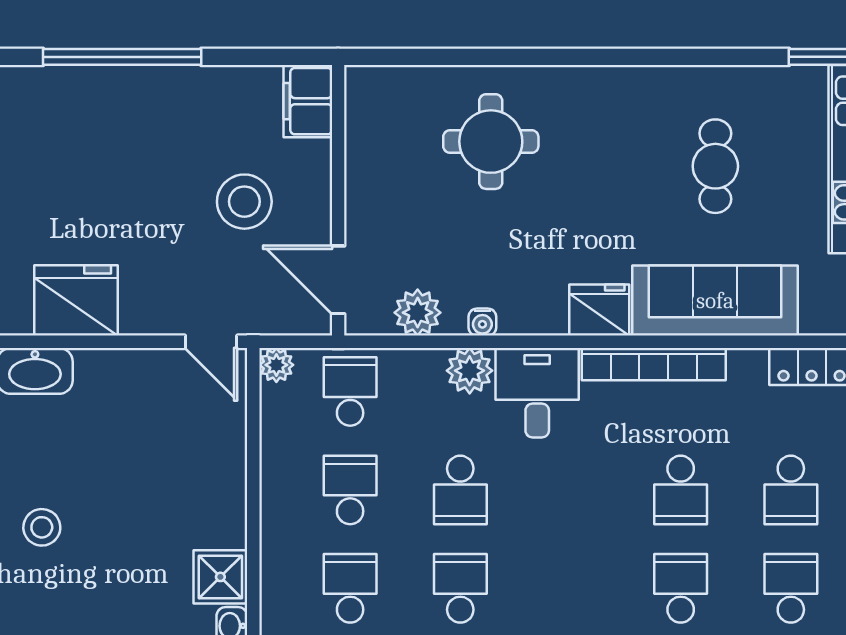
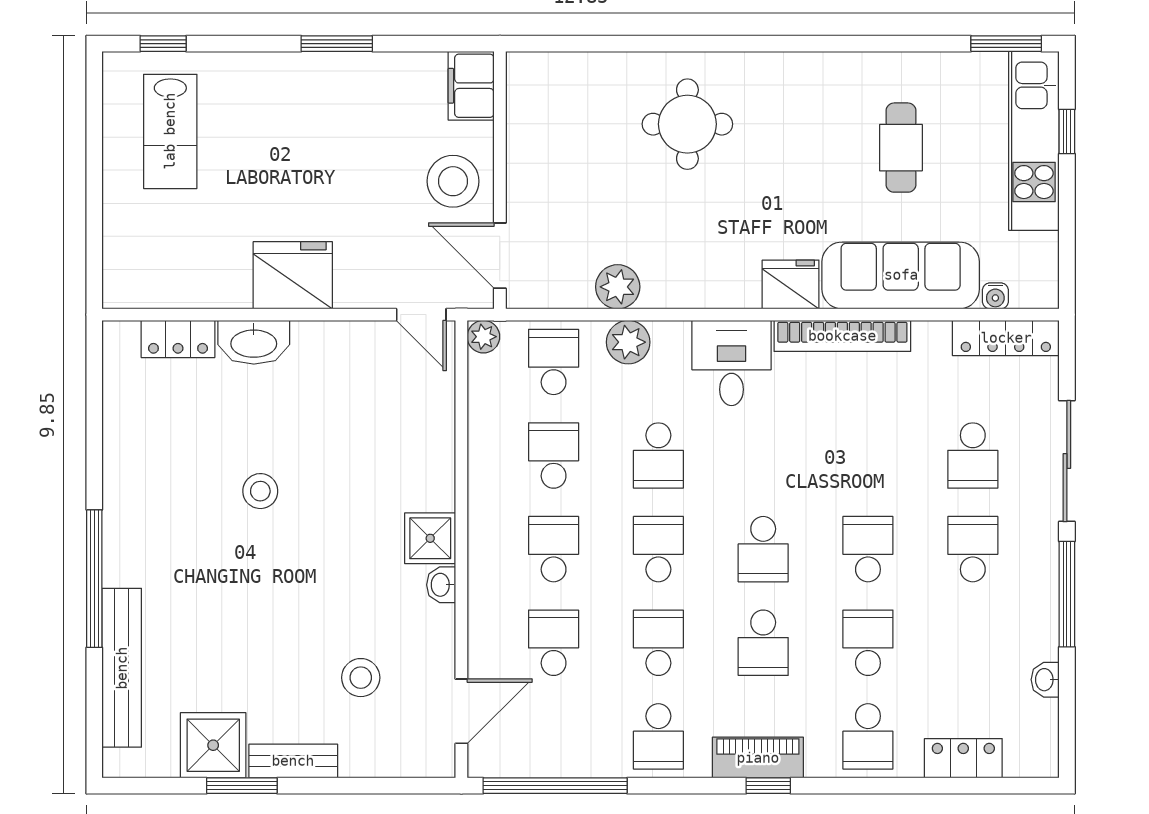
window: (122, 57) -> (337, 44), width x0.47
filing cabinet: (308, 101) -> (471, 86), moved
wall: (338, 200) -> (500, 180), moved
door: (338, 280) -> (500, 256), moved
water cooler: (482, 322) -> (995, 296), moved
plant: (470, 371) -> (628, 342), moved
school desk: (681, 490) -> (763, 549), moved

